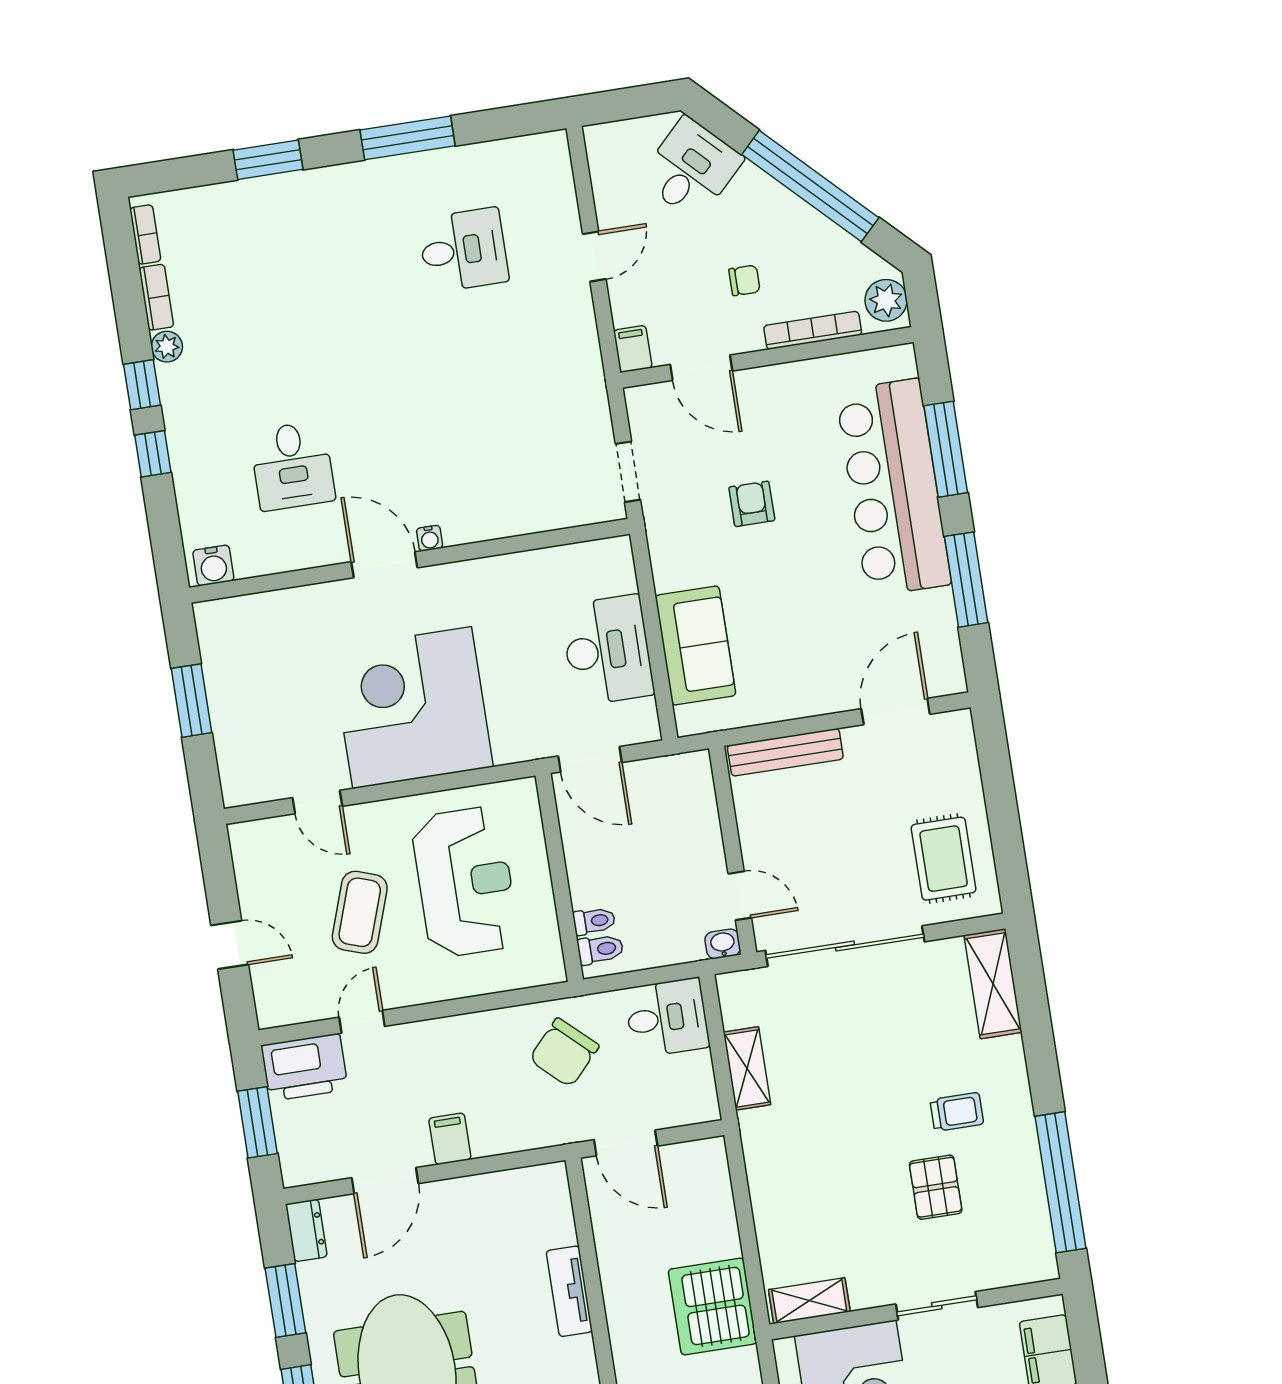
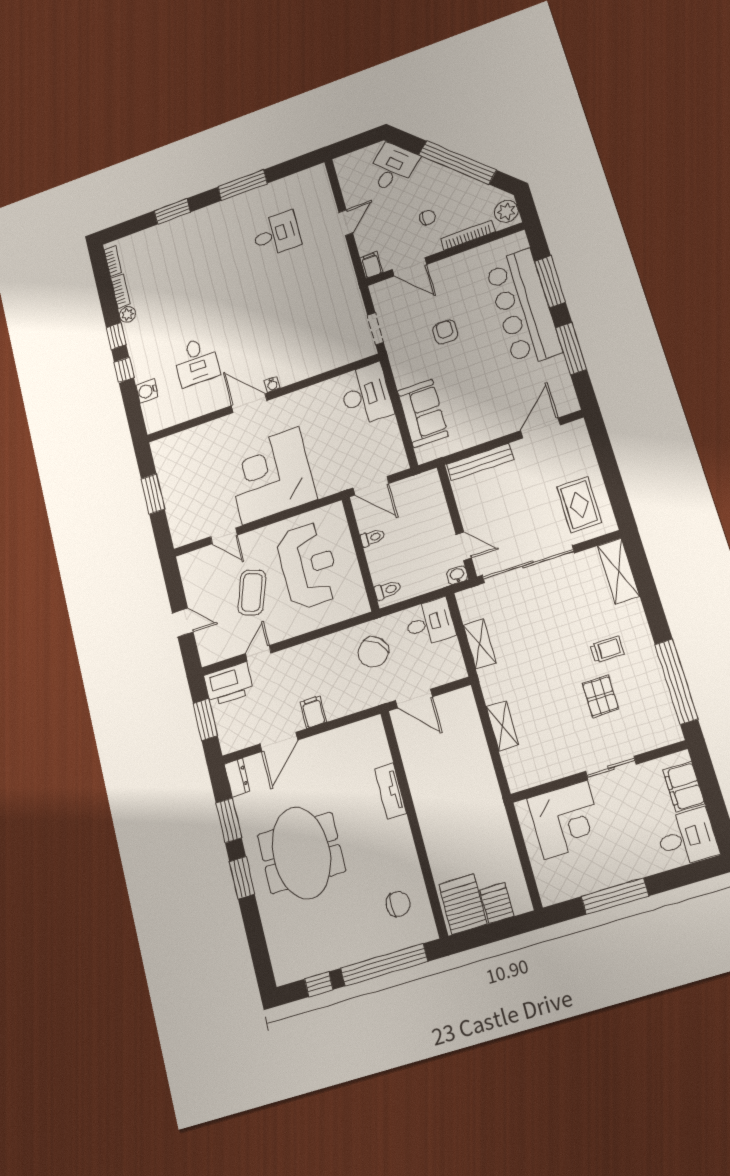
water cooler: (213, 565) -> (147, 391), moved, turned 90
desk: (607, 650) -> (366, 395), moved
toilet: (594, 921) -> (372, 538), moved
shelving: (809, 1301) -> (502, 726), moved, turned 90
server rack: (713, 1306) -> (476, 788), removed

